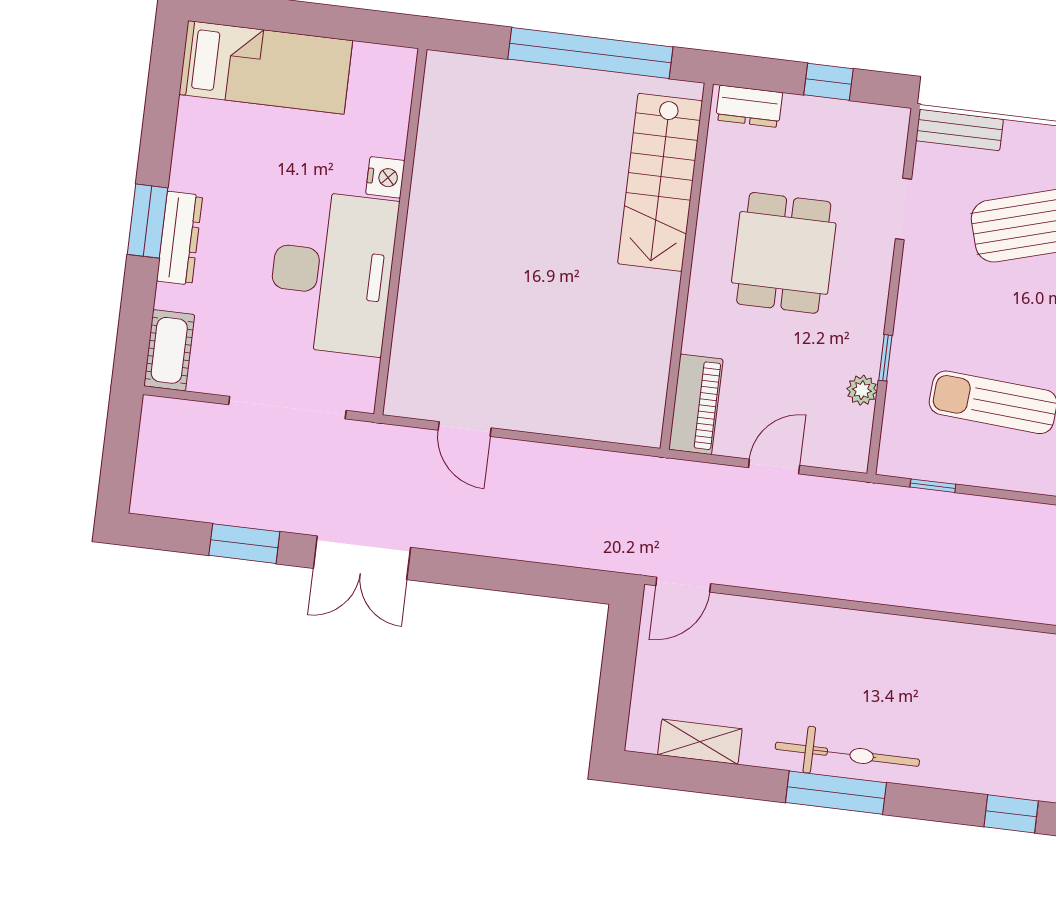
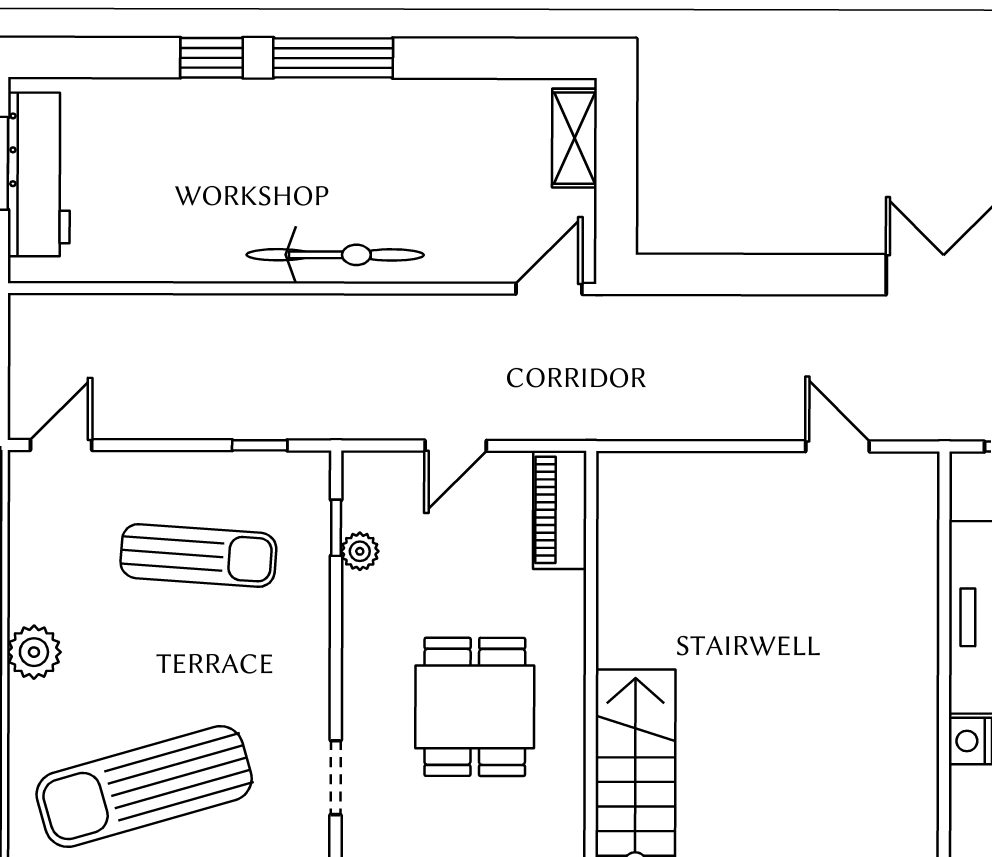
window: (885, 358) -> (336, 528), moved
shelving: (700, 742) -> (574, 138), moved, turned 90
bicycle: (847, 754) -> (335, 255), moved, turned 180
window: (1011, 814) -> (212, 58), moved

